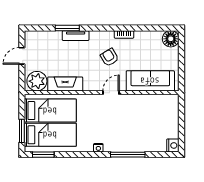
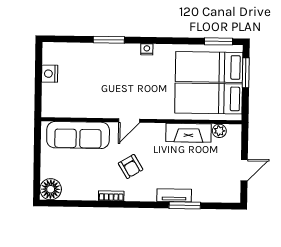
plant: (37, 81) -> (219, 131), width x0.53, depth x0.53
nightstand: (173, 145) -> (50, 74), moved
window: (128, 155) -> (109, 40), width x0.69

